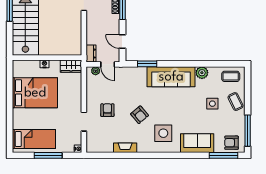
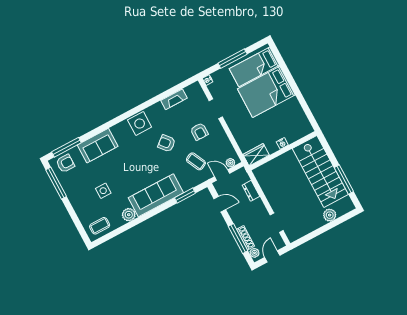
dresser: (91, 54) -> (251, 191), moved
bed: (35, 93) -> (266, 92), moved
coffee table: (236, 102) -> (196, 161), moved
side table: (163, 133) -> (140, 124), moved
fireplace: (125, 148) -> (174, 99), moved

